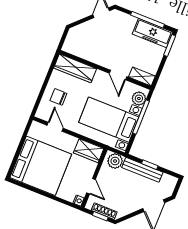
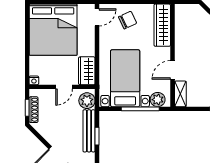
chair: (58, 97) -> (128, 20), turned 65
door: (55, 127) -> (97, 17), moved
door: (91, 186) -> (64, 87), moved

